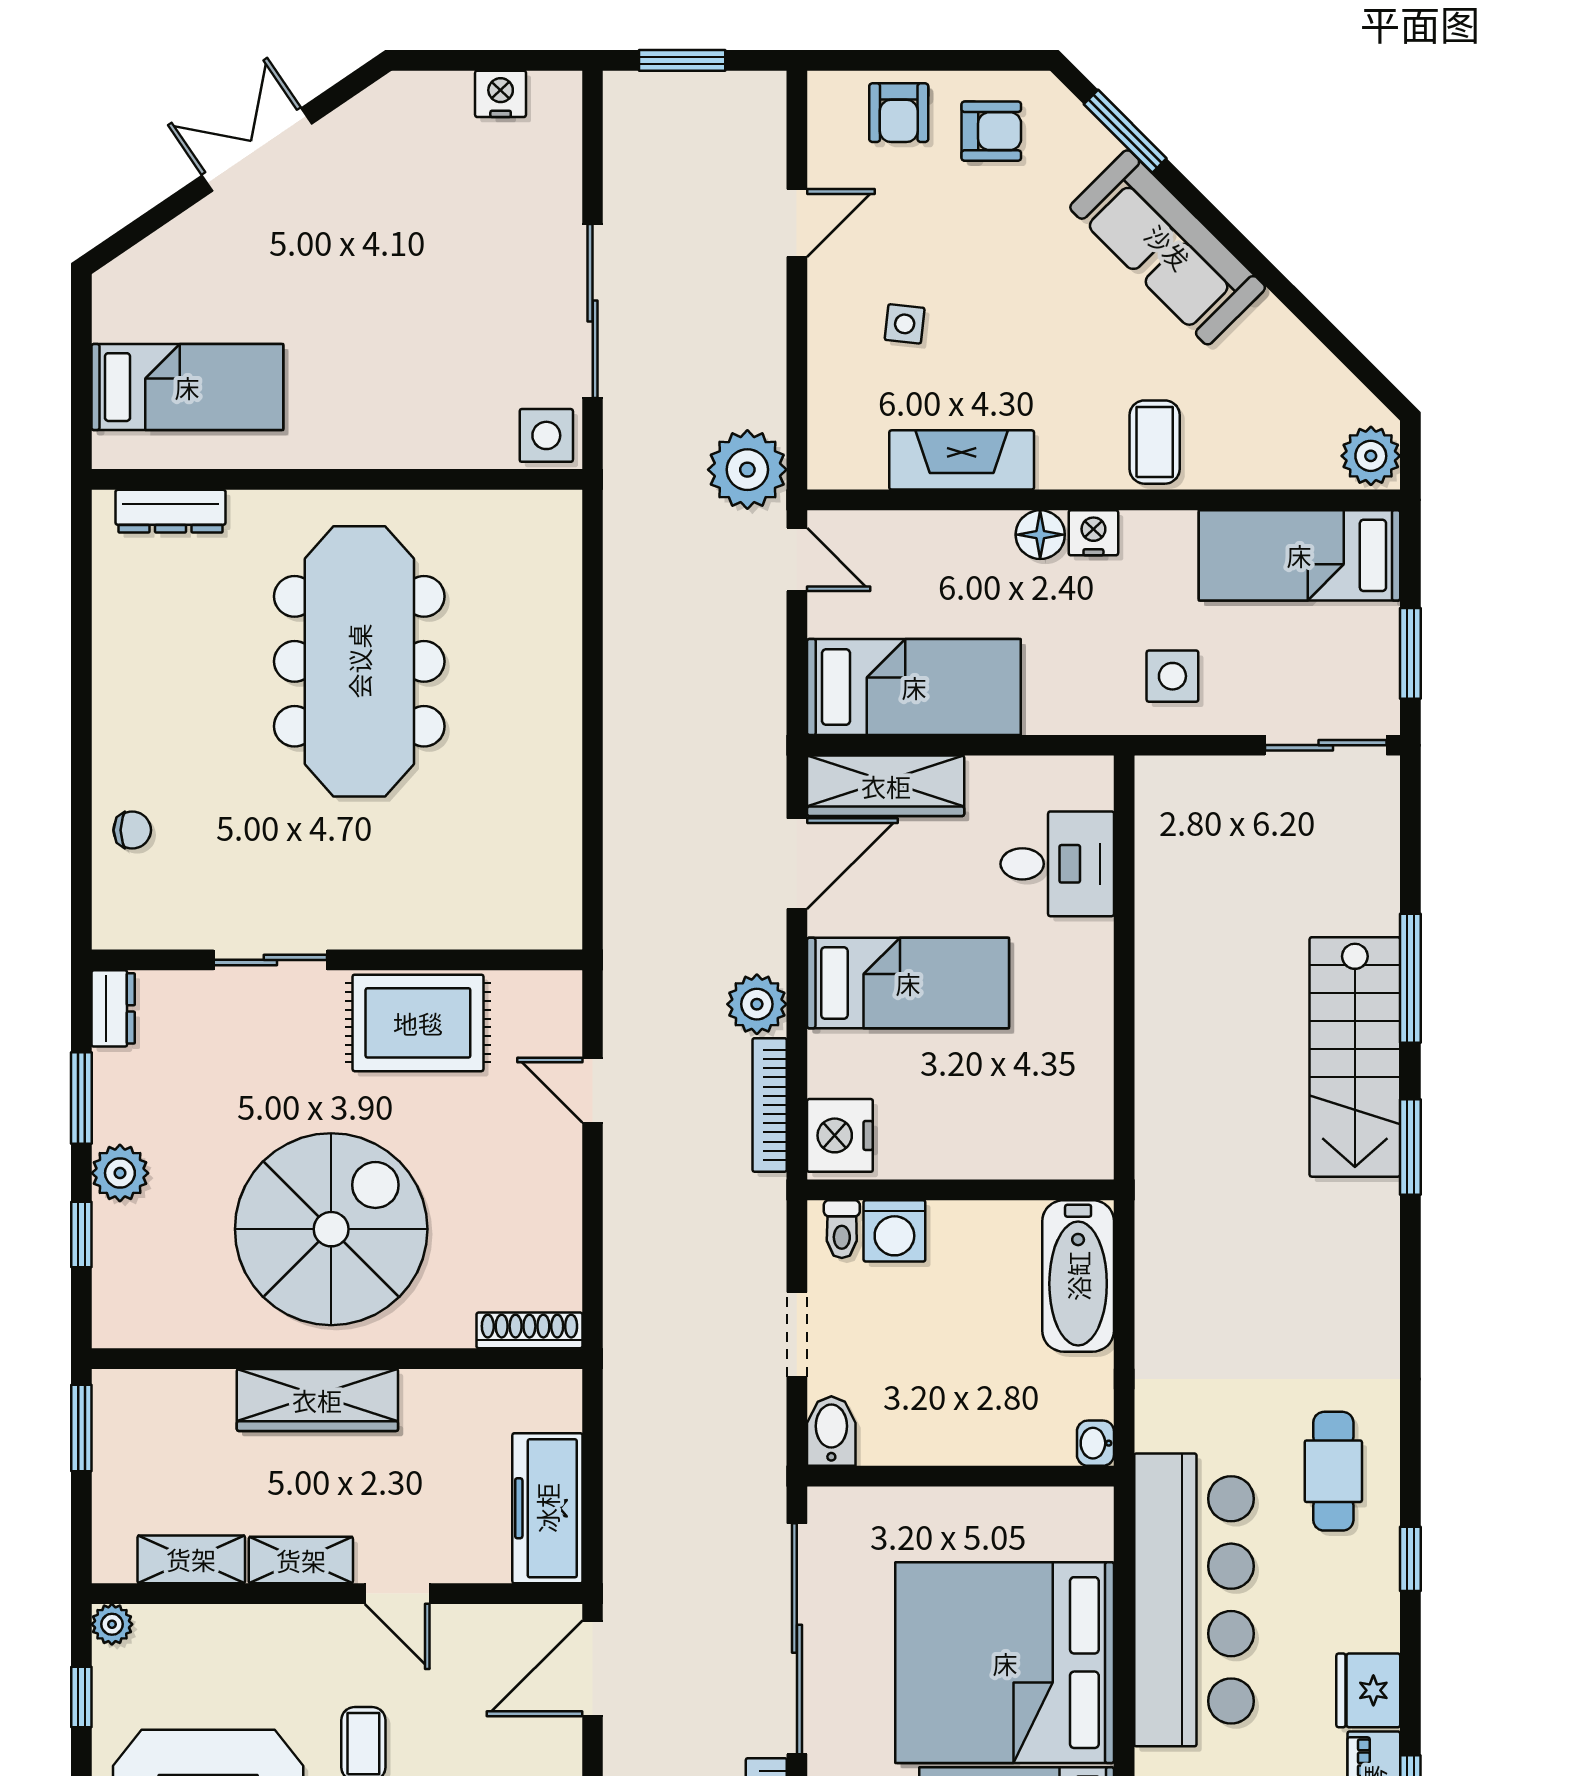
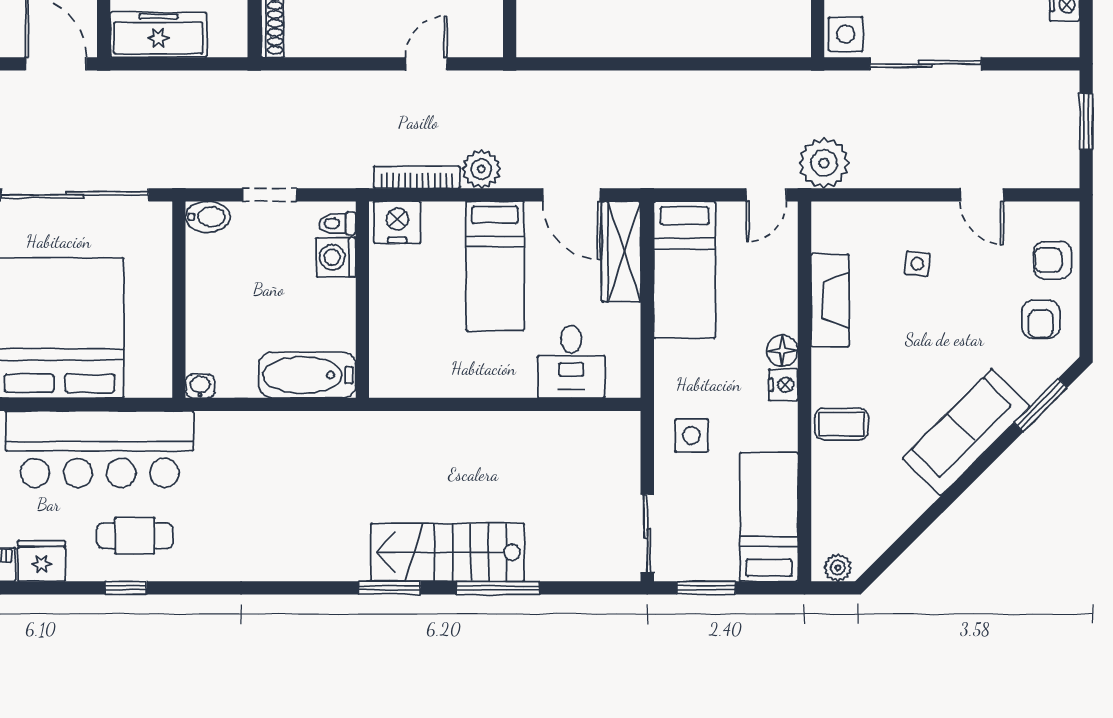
plant: (1371, 456) -> (838, 568), width x0.73, depth x0.73
cafe table: (1333, 1471) -> (135, 536), moved

